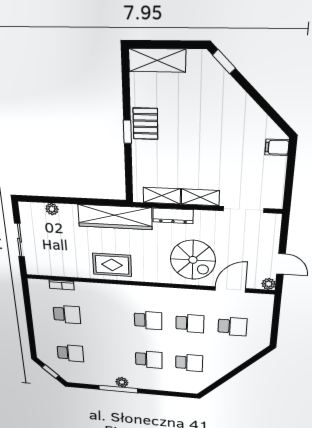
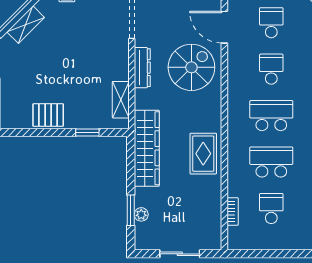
window: (127, 132) -> (87, 133), moved
shelving: (200, 197) -> (26, 25), moved, turned 45
window: (55, 200) -> (131, 210), added
dresser: (173, 216) -> (142, 68), moved
school desk: (107, 317) -> (271, 162), added
school desk: (148, 320) -> (271, 116), width x1.85

